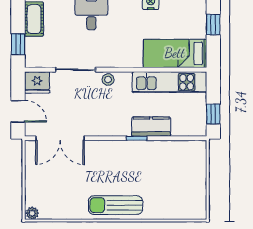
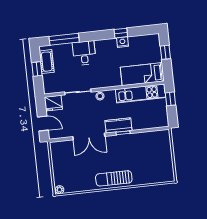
window: (18, 44) -> (37, 69), moved
window: (213, 114) -> (170, 99), moved
kitchen counter: (151, 127) -> (118, 125), moved
double door: (60, 138) -> (89, 136), moved

